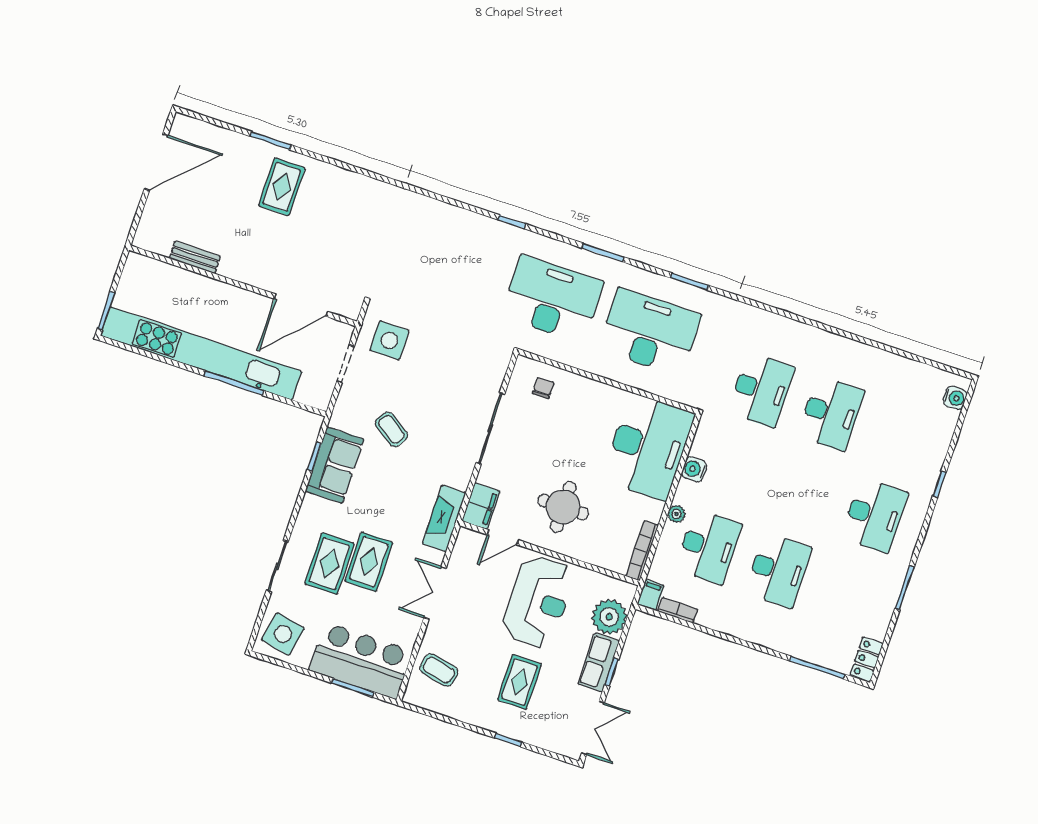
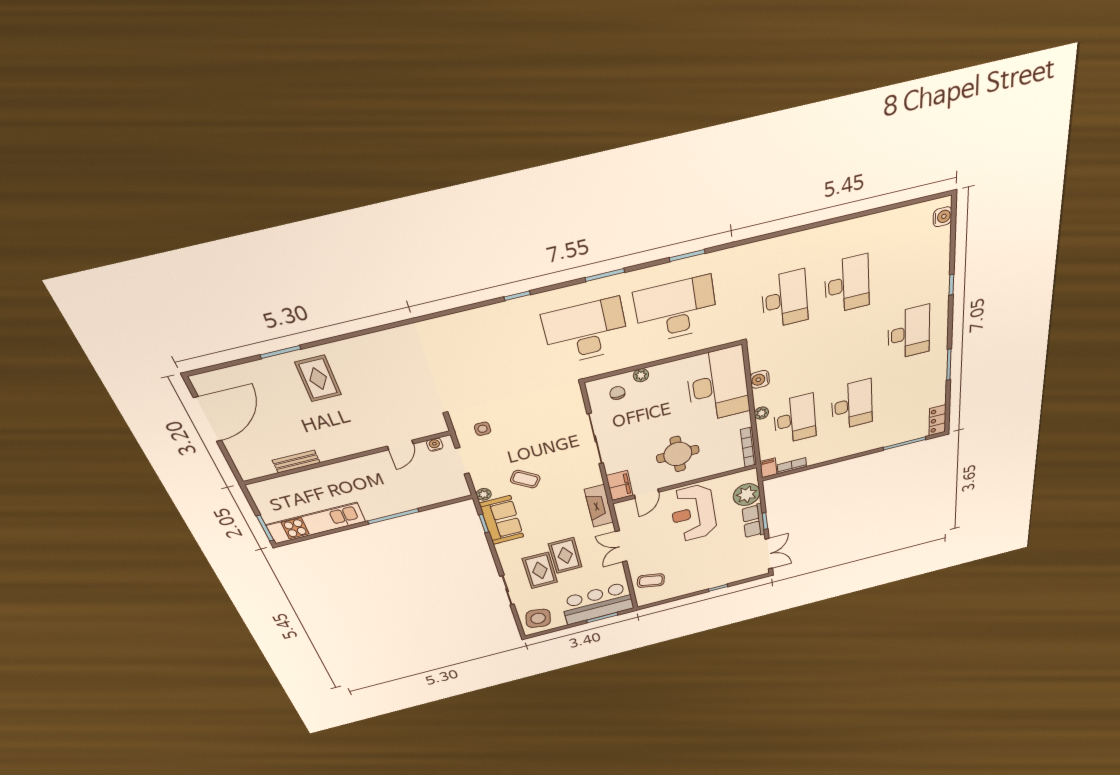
door: (301, 305) -> (400, 445), width x0.53
water cooler: (333, 327) -> (435, 445), added
side table: (389, 340) -> (483, 429), width x0.54, depth x0.54
kitchen unit: (201, 353) -> (316, 523), width x0.54
plant: (577, 383) -> (641, 375), added
plant: (339, 419) -> (484, 494), added
reception desk: (538, 601) -> (693, 513), turned 180
rug: (519, 682) -> (707, 558), removed

